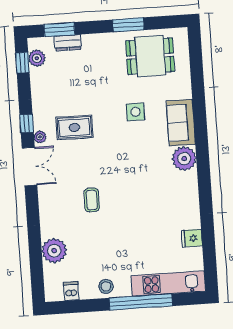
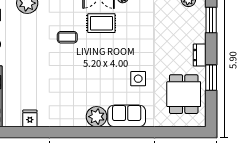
dresser: (68, 43) -> (200, 55), moved
rug: (74, 127) -> (101, 23), moved, turned 90

